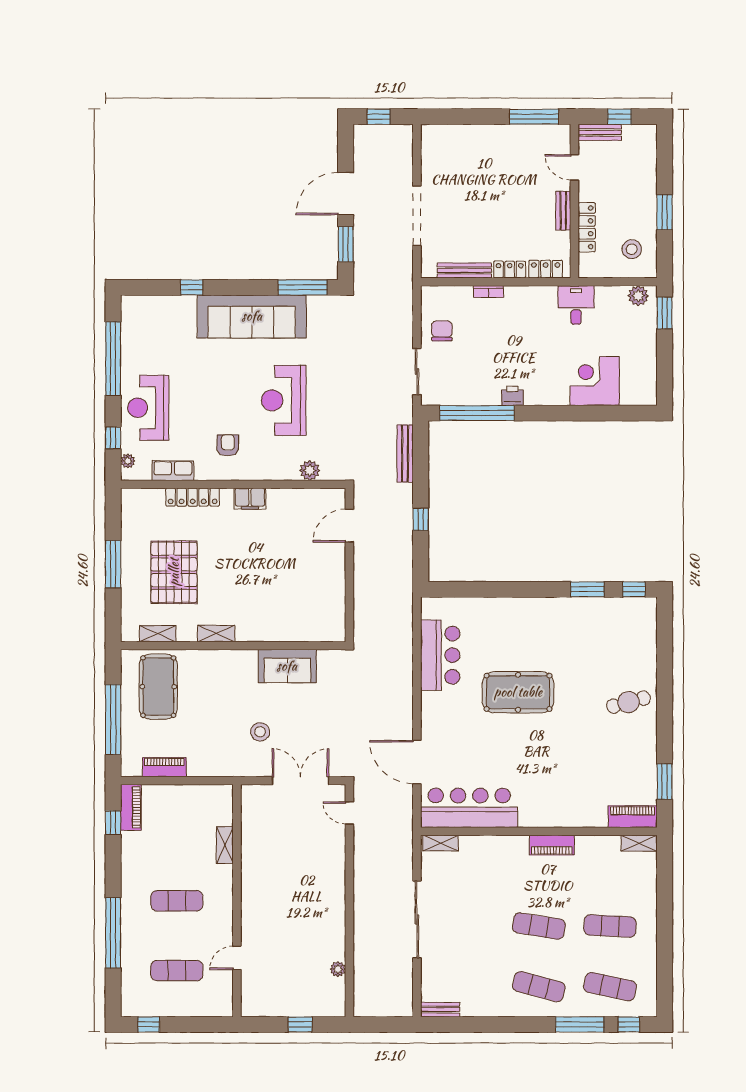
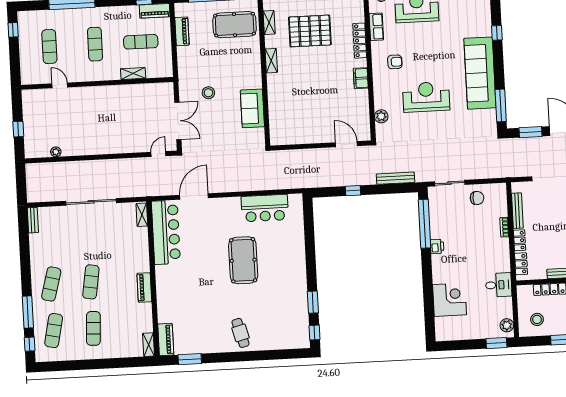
exercise mat: (177, 831) -> (141, 42), added

